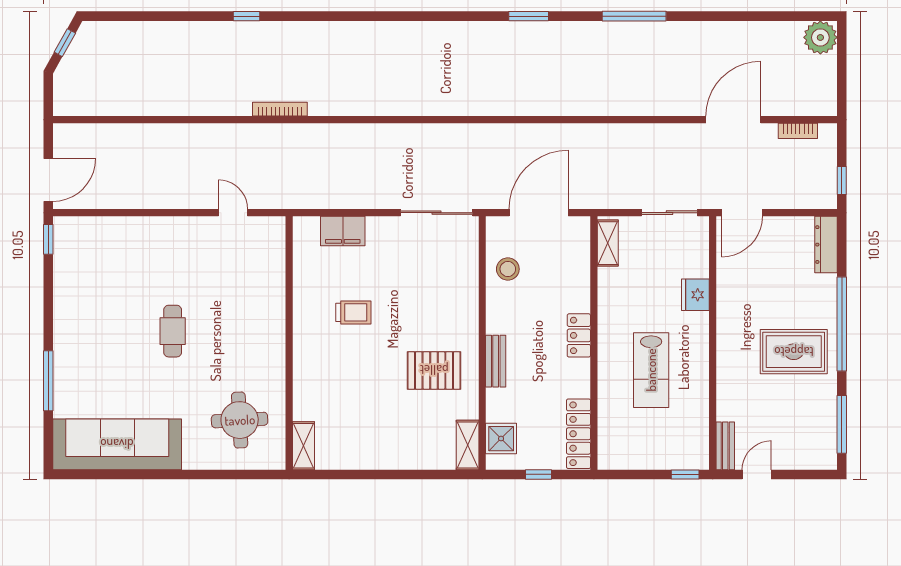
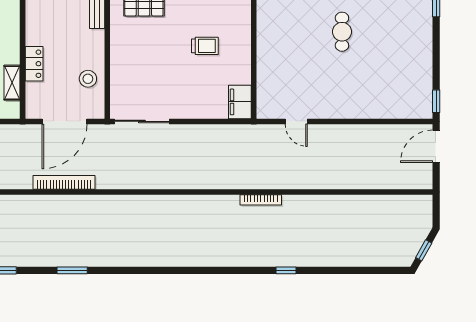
bookcase: (539, 132) -> (64, 182), added
filing cabinet: (343, 231) -> (240, 102), moved, turned -90
shelving: (608, 243) -> (12, 83), moved
trolley: (353, 312) -> (205, 46), turned 180
locker: (579, 335) -> (34, 64), moved

